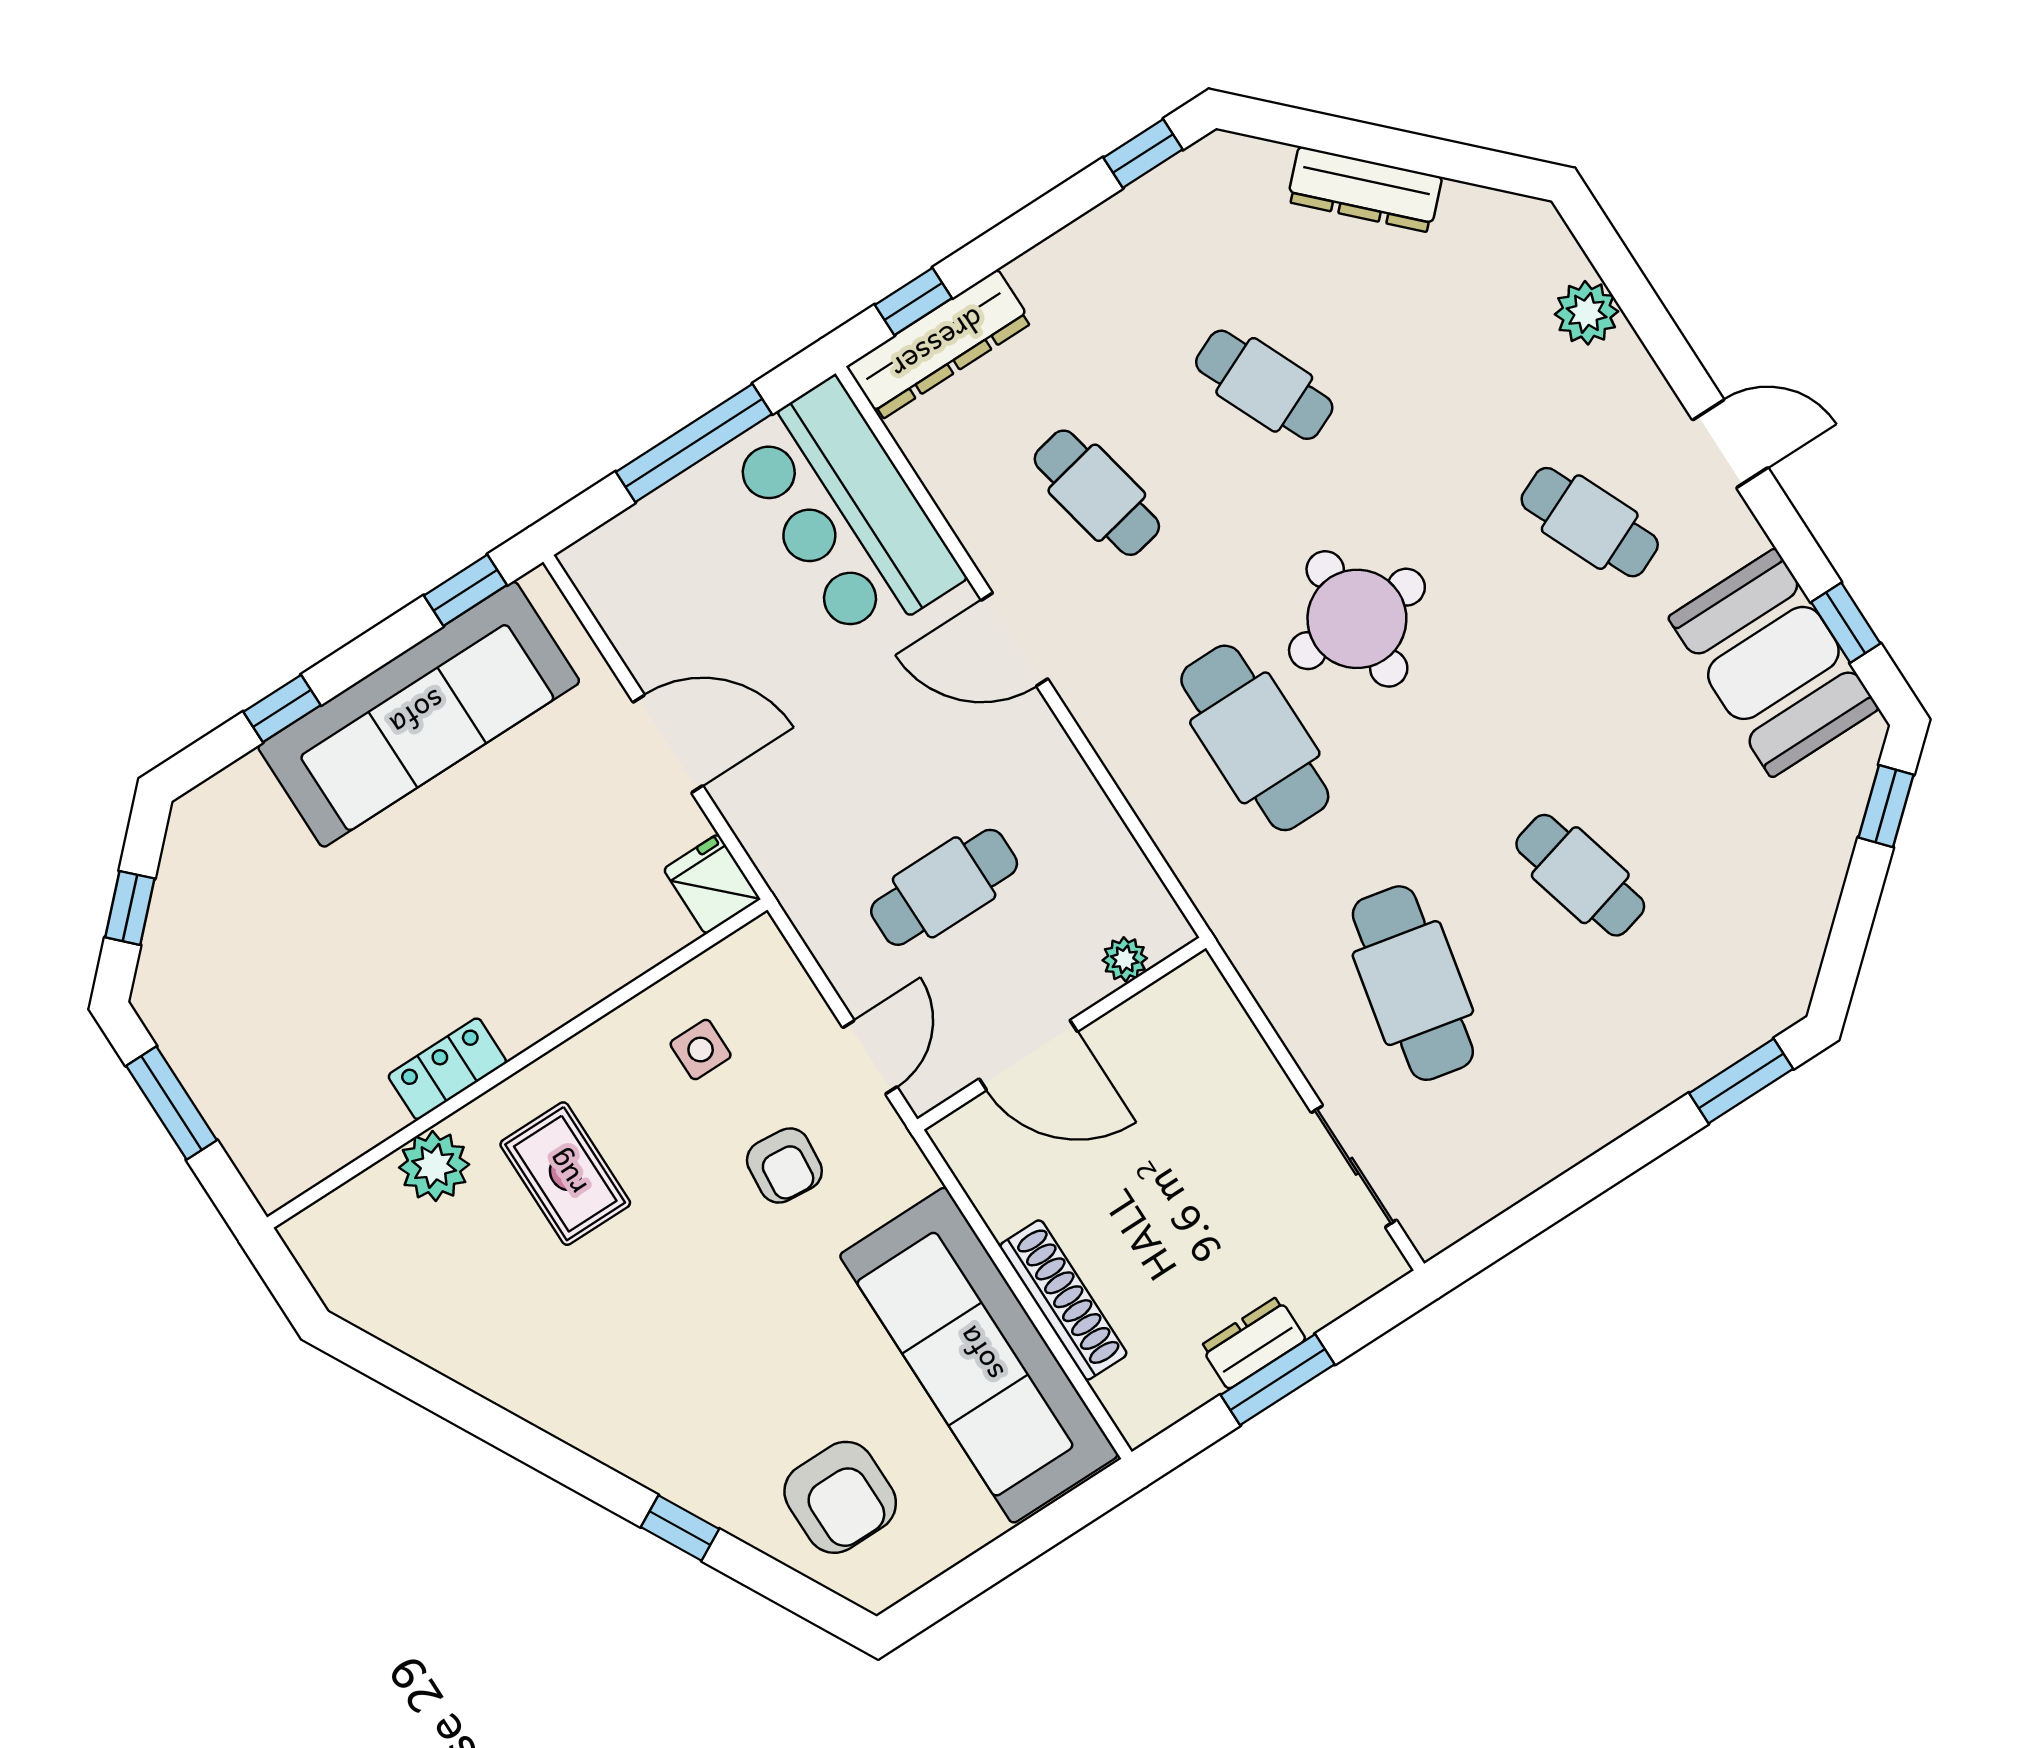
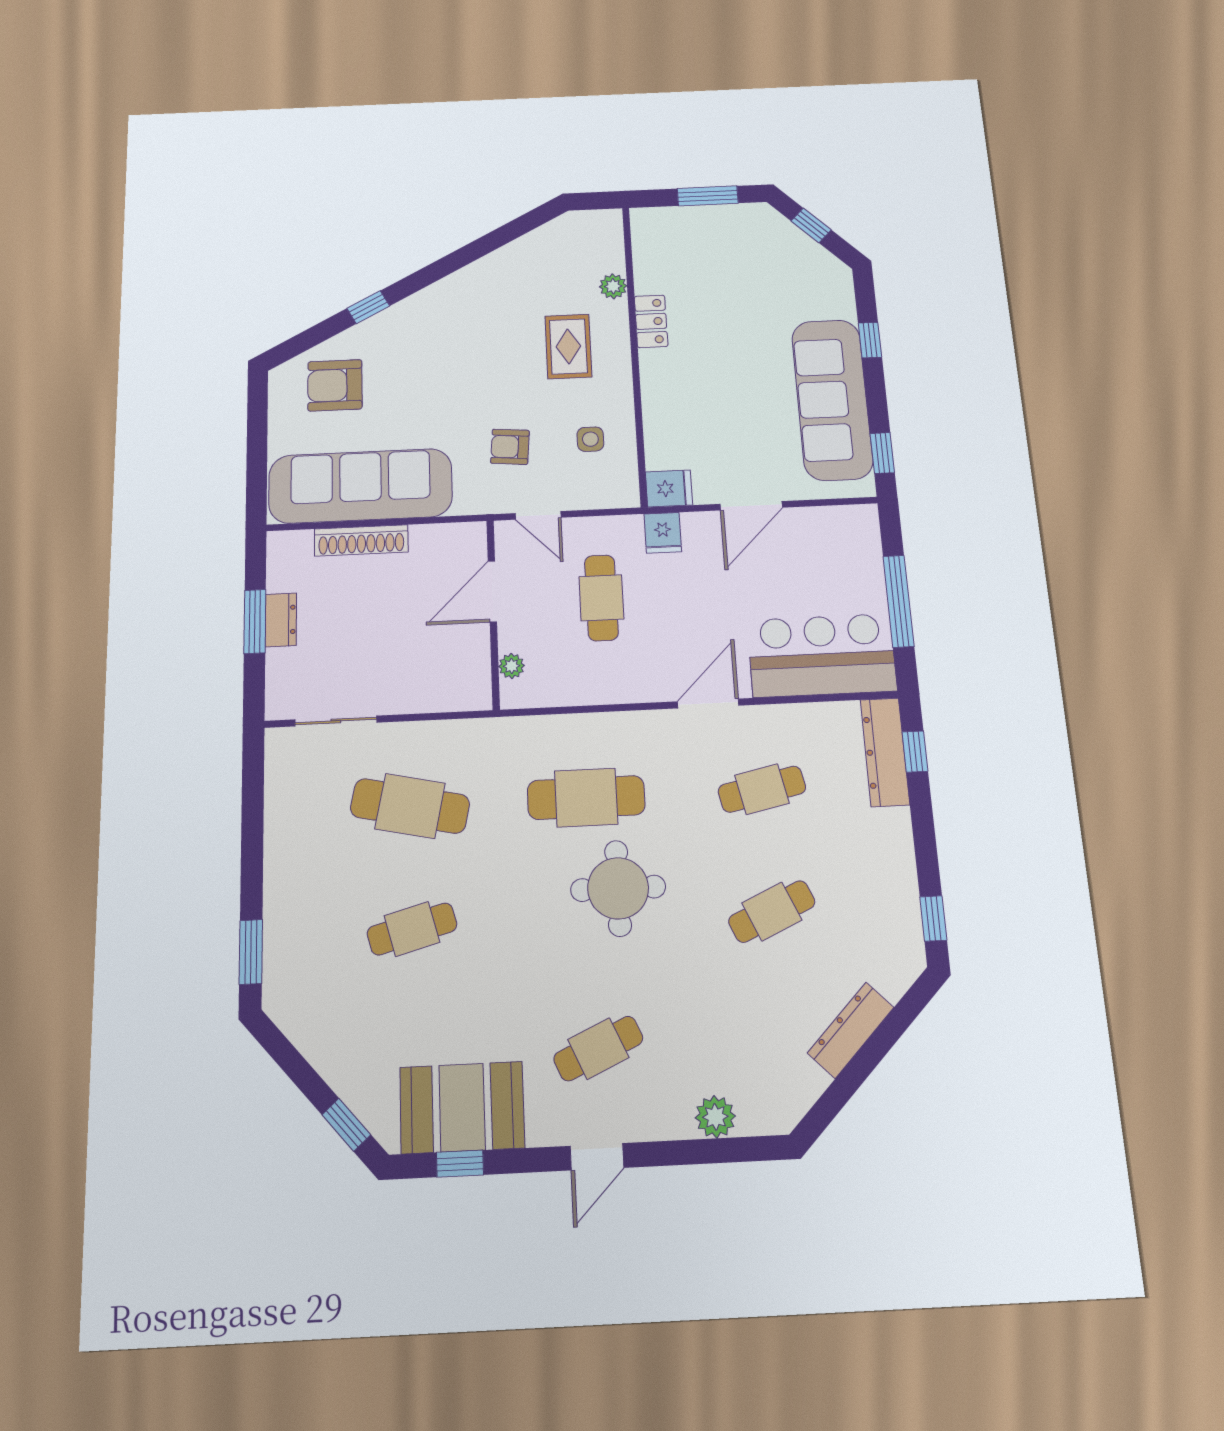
fridge: (789, 853) -> (663, 533), added
plant: (434, 1166) -> (613, 286), width x0.73, depth x0.73
rug: (565, 1174) -> (568, 346), turned 90

